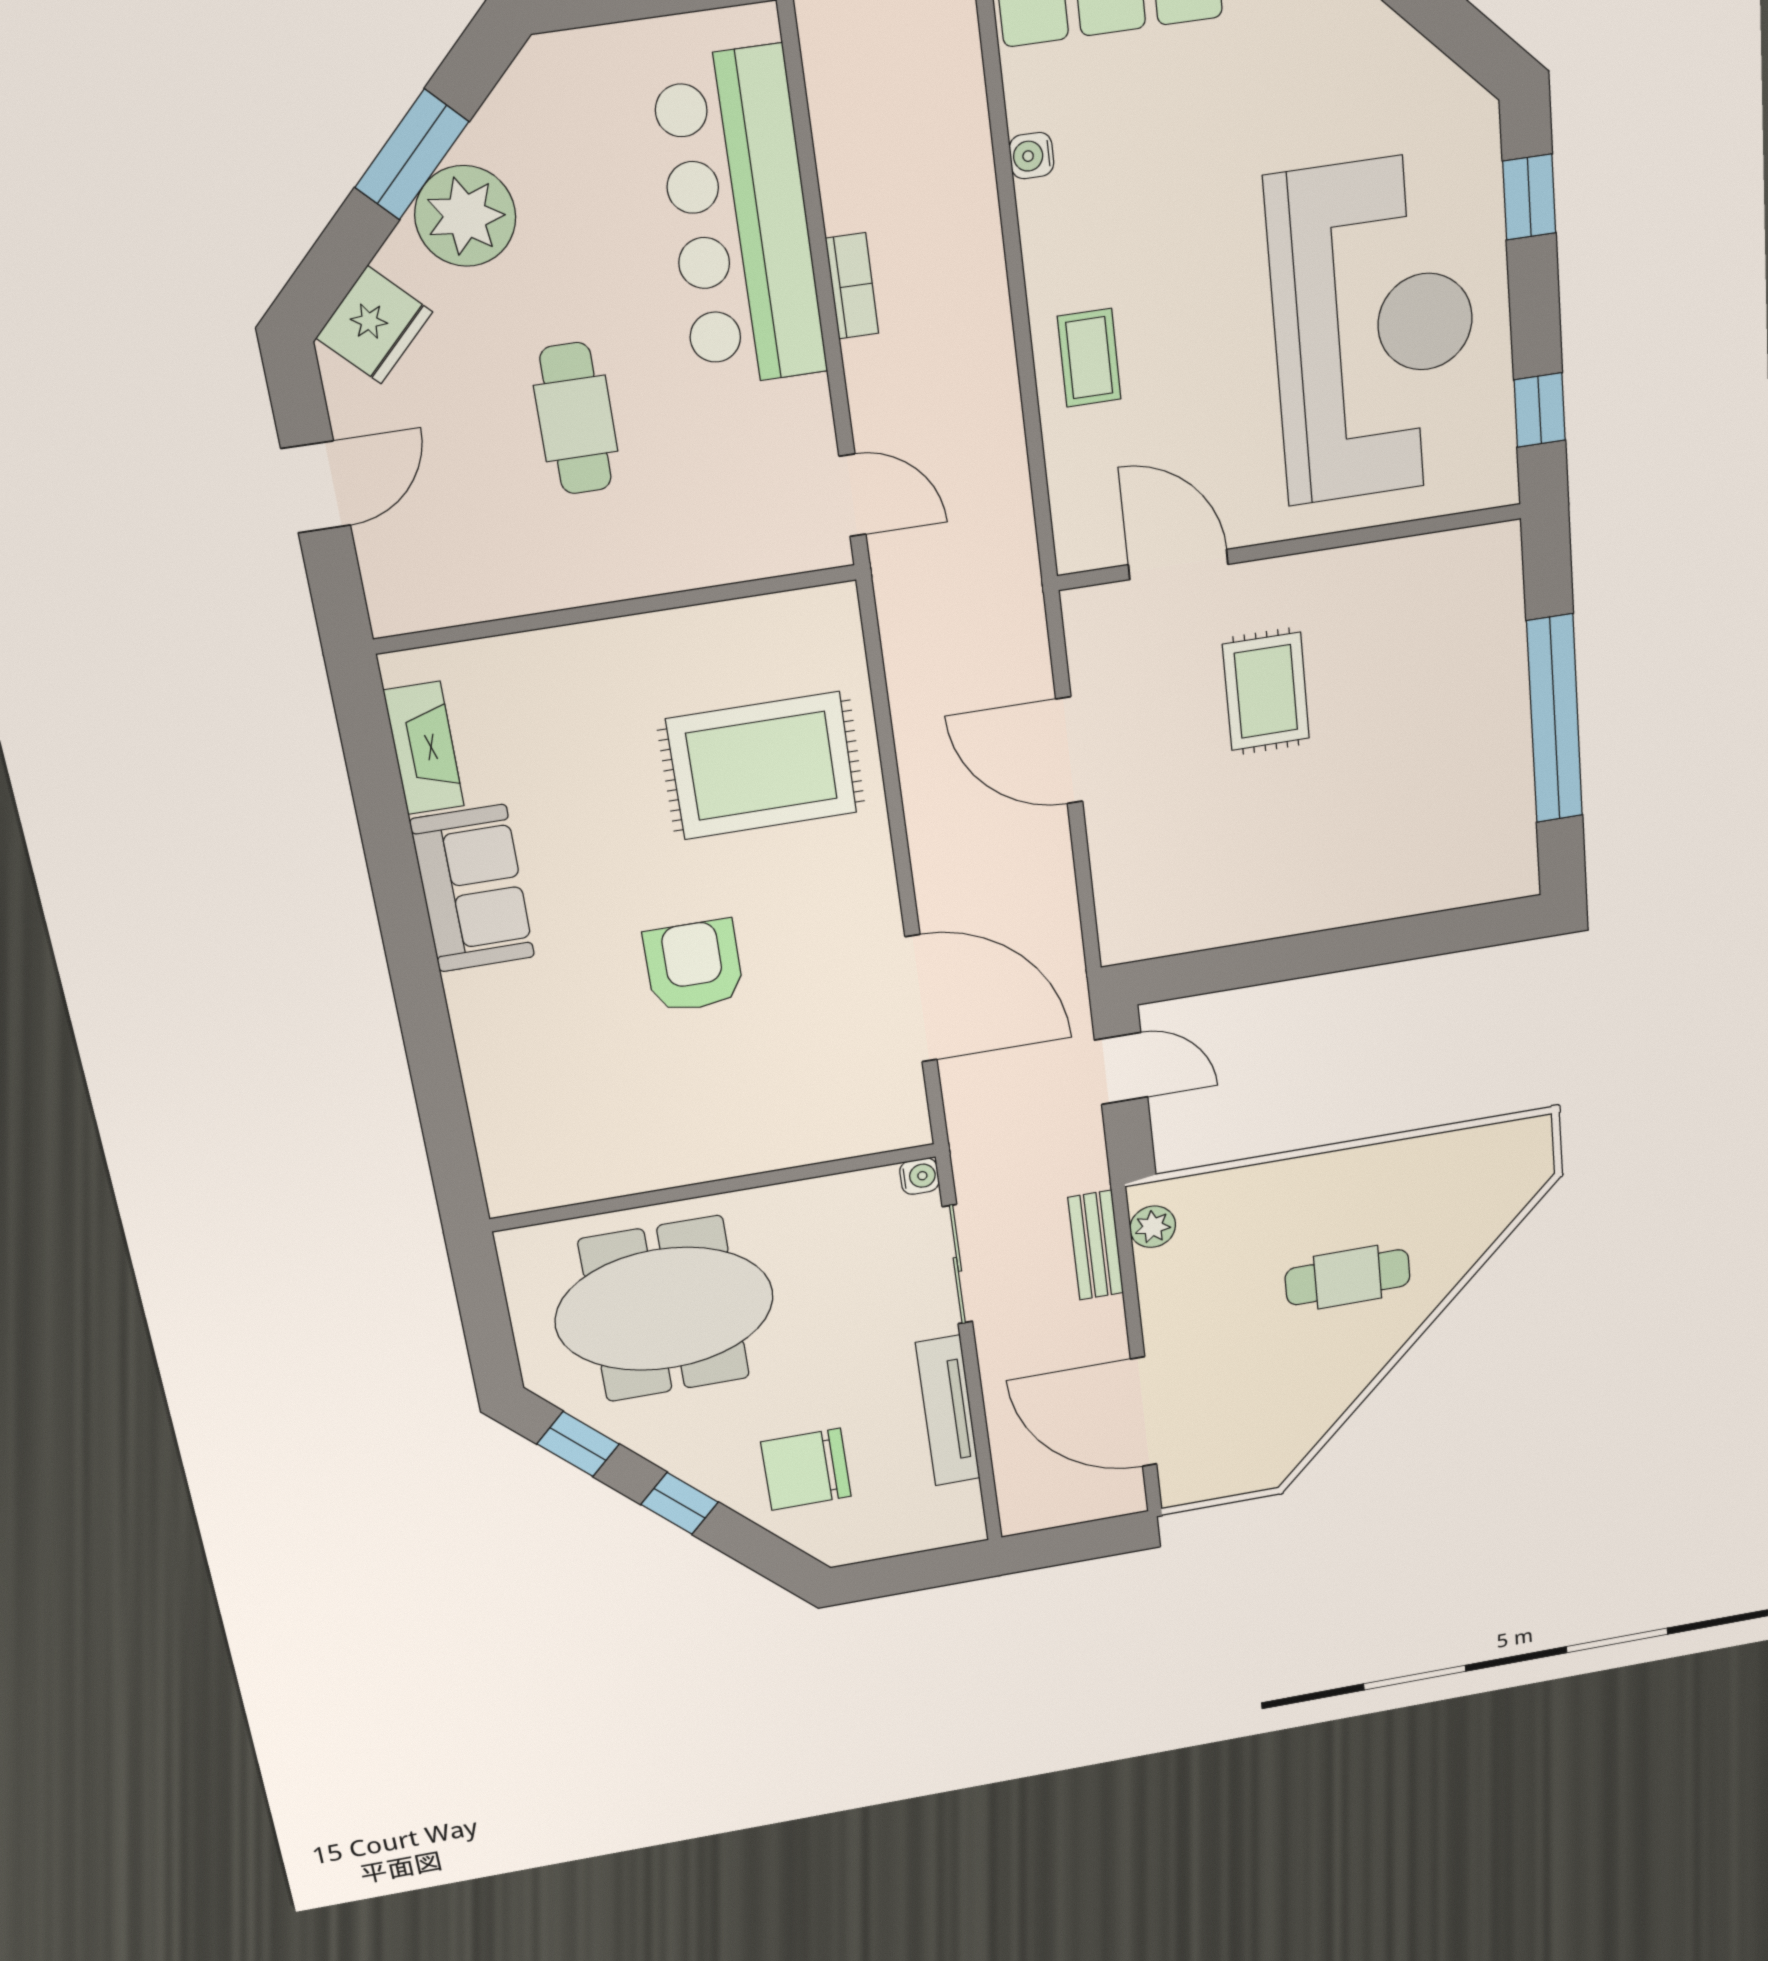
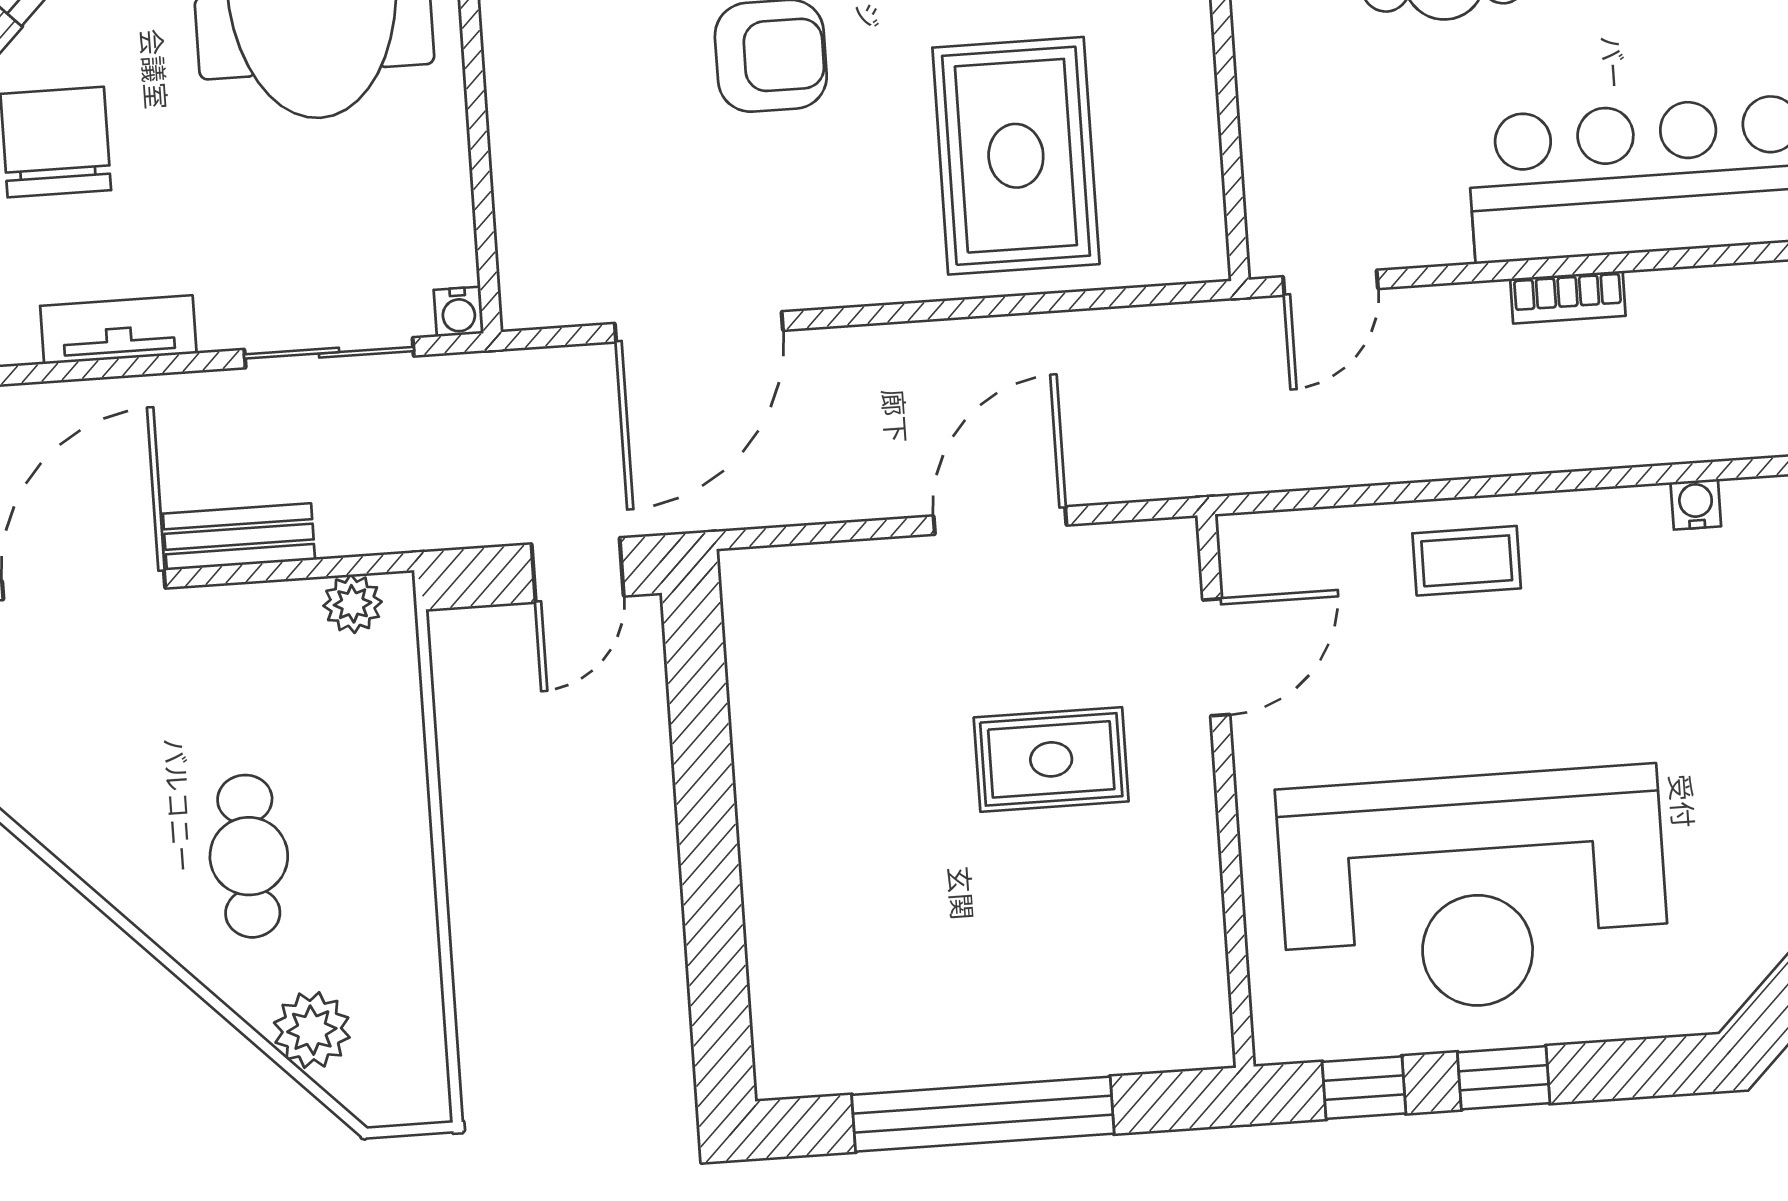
window: (1529, 197) -> (1504, 1078), moved
plant: (1480, 1219) -> (312, 1030), added
bench: (1096, 1245) -> (239, 537), moved
tv unit: (948, 1411) -> (118, 330), width x0.71

